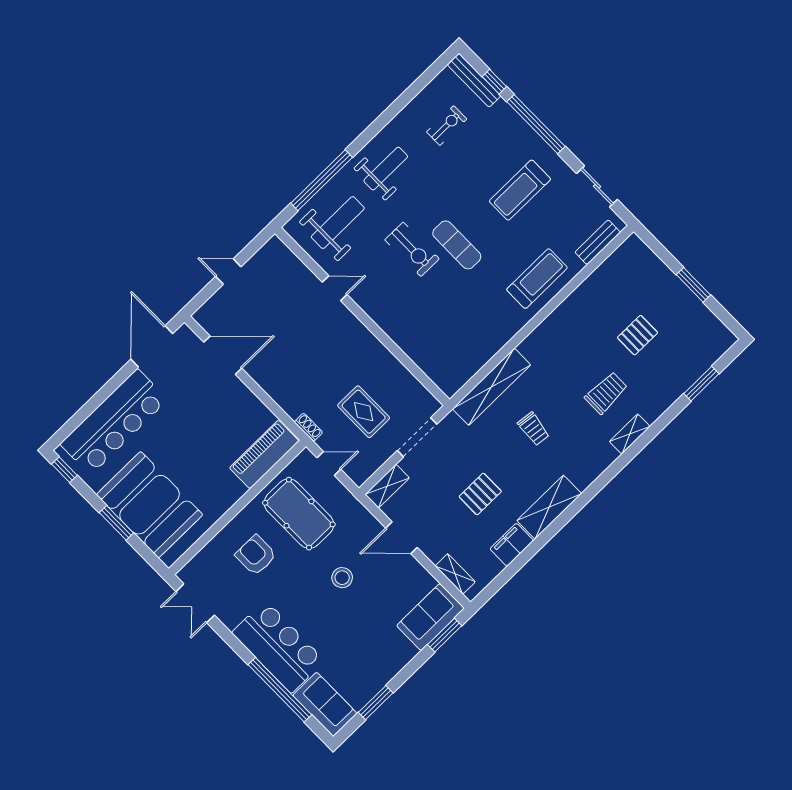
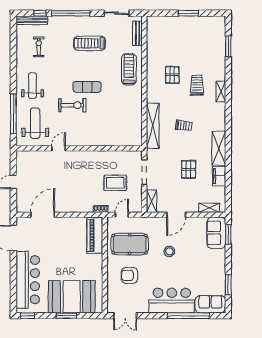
treadmill: (520, 190) -> (90, 43), turned 90
pallet: (638, 335) -> (172, 75), moved

